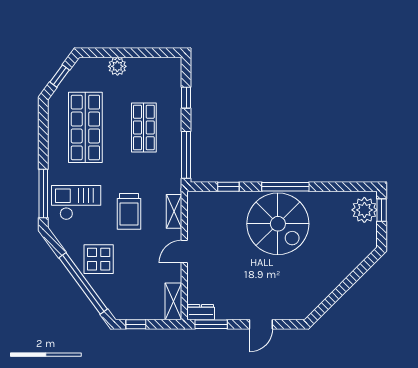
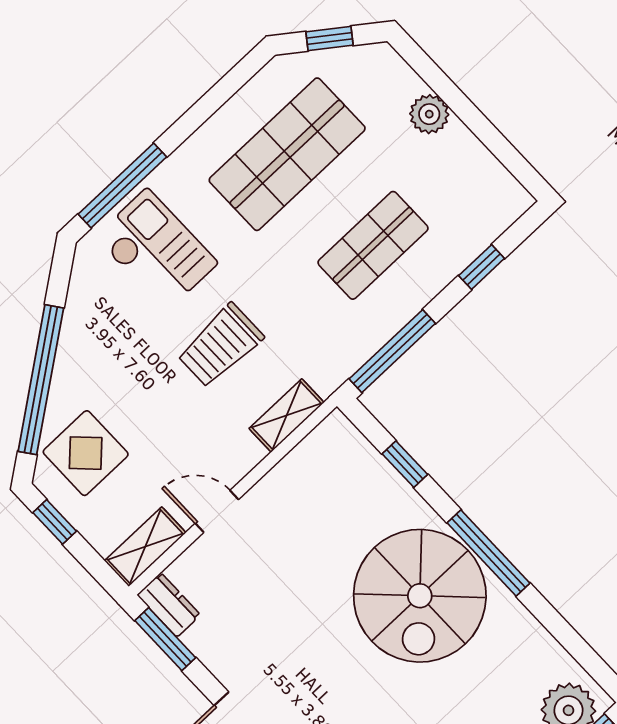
door: (184, 252) -> (217, 511), moved
display table: (99, 259) -> (86, 453), moved

